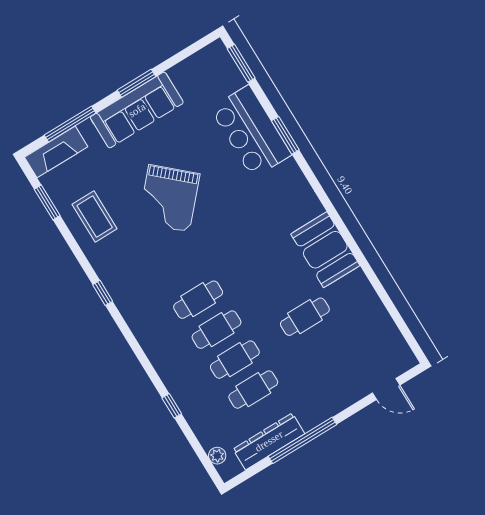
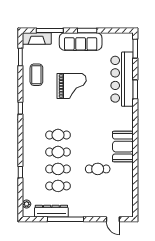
bar counter: (251, 132) -> (122, 79), width x1.36
grand piano: (169, 198) -> (72, 86), turned -132

